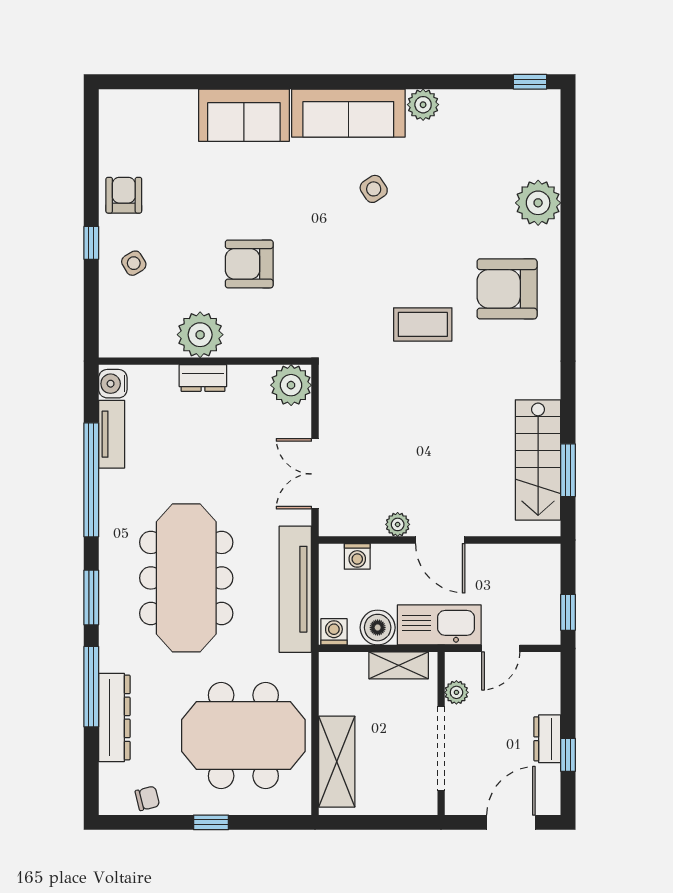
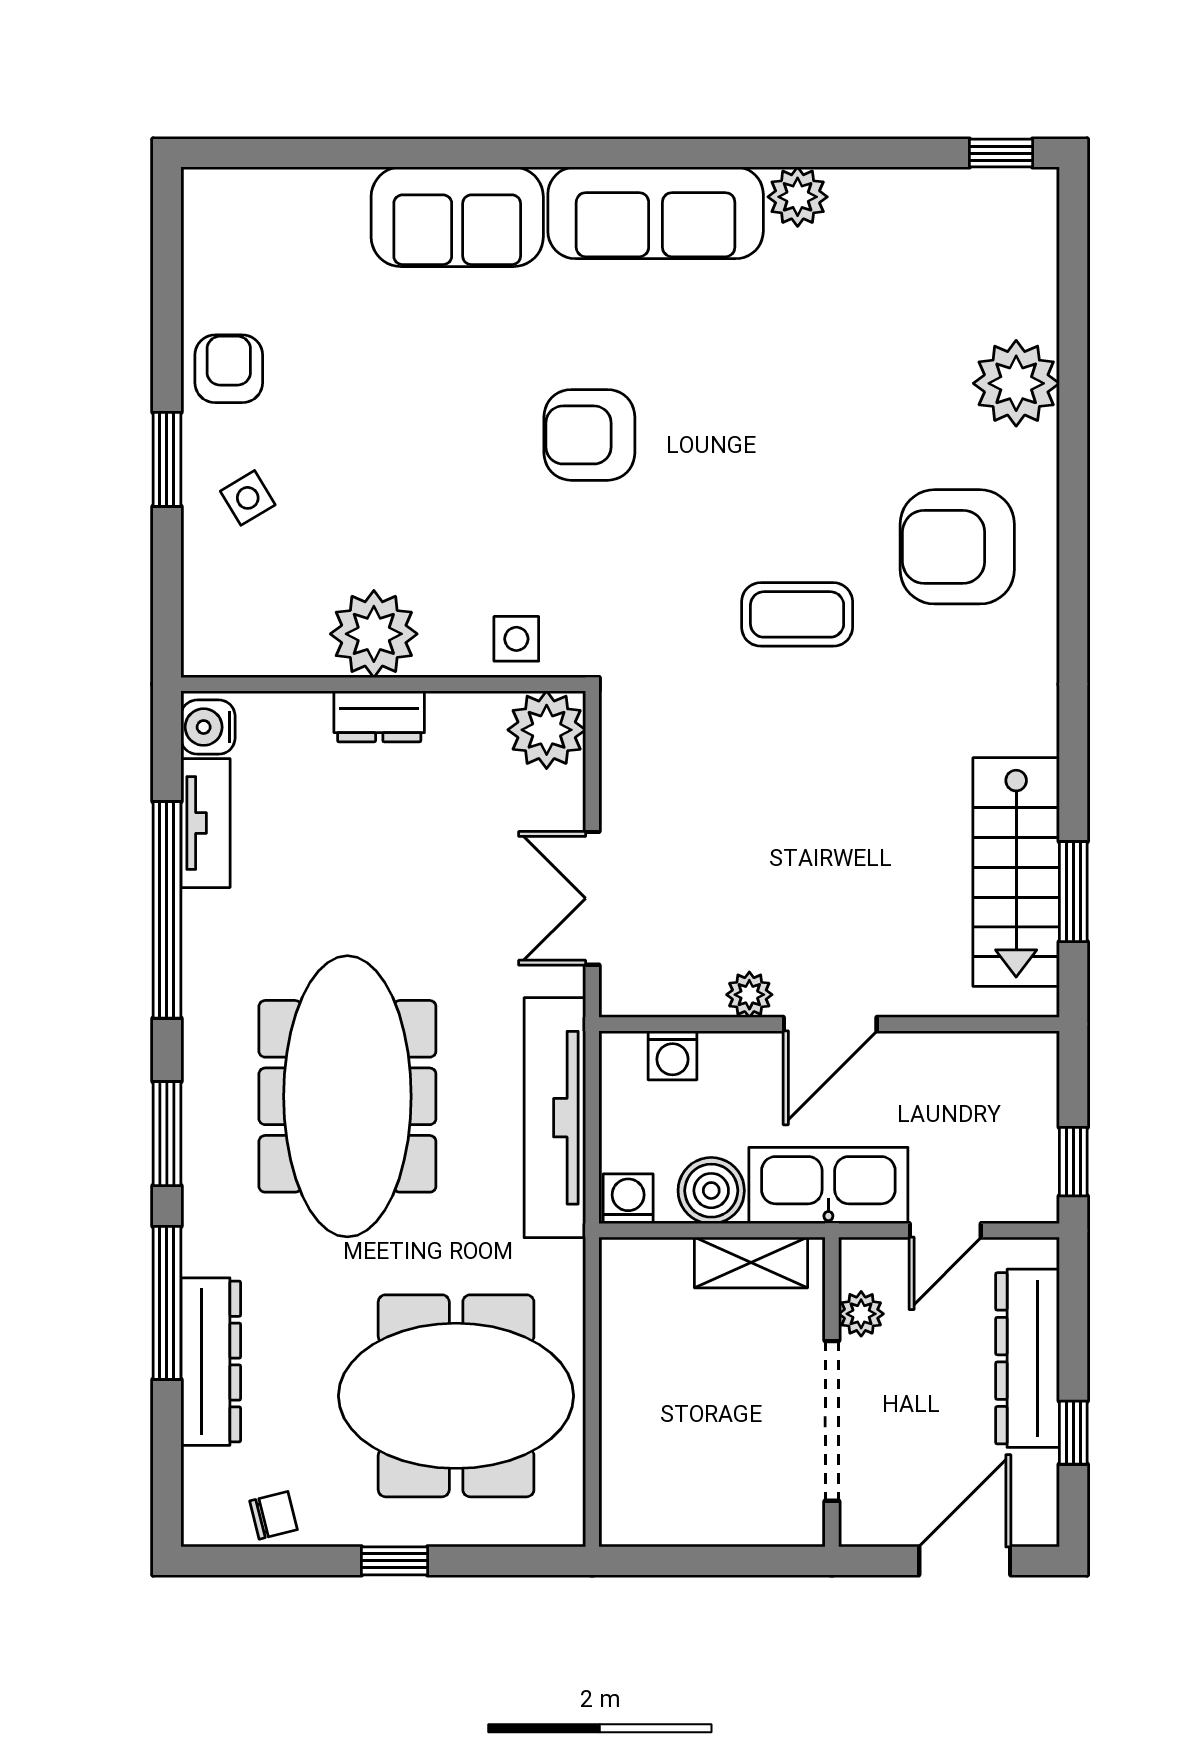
side table: (374, 189) -> (516, 639), moved, turned 33
window: (91, 243) -> (167, 459), width x1.50
armchair: (249, 264) -> (589, 435), moved
door: (440, 540) -> (830, 1024), hinge flipped
dresser: (547, 739) -> (1027, 1358), width x1.96, depth x1.24
shelving: (337, 762) -> (633, 1446), removed

